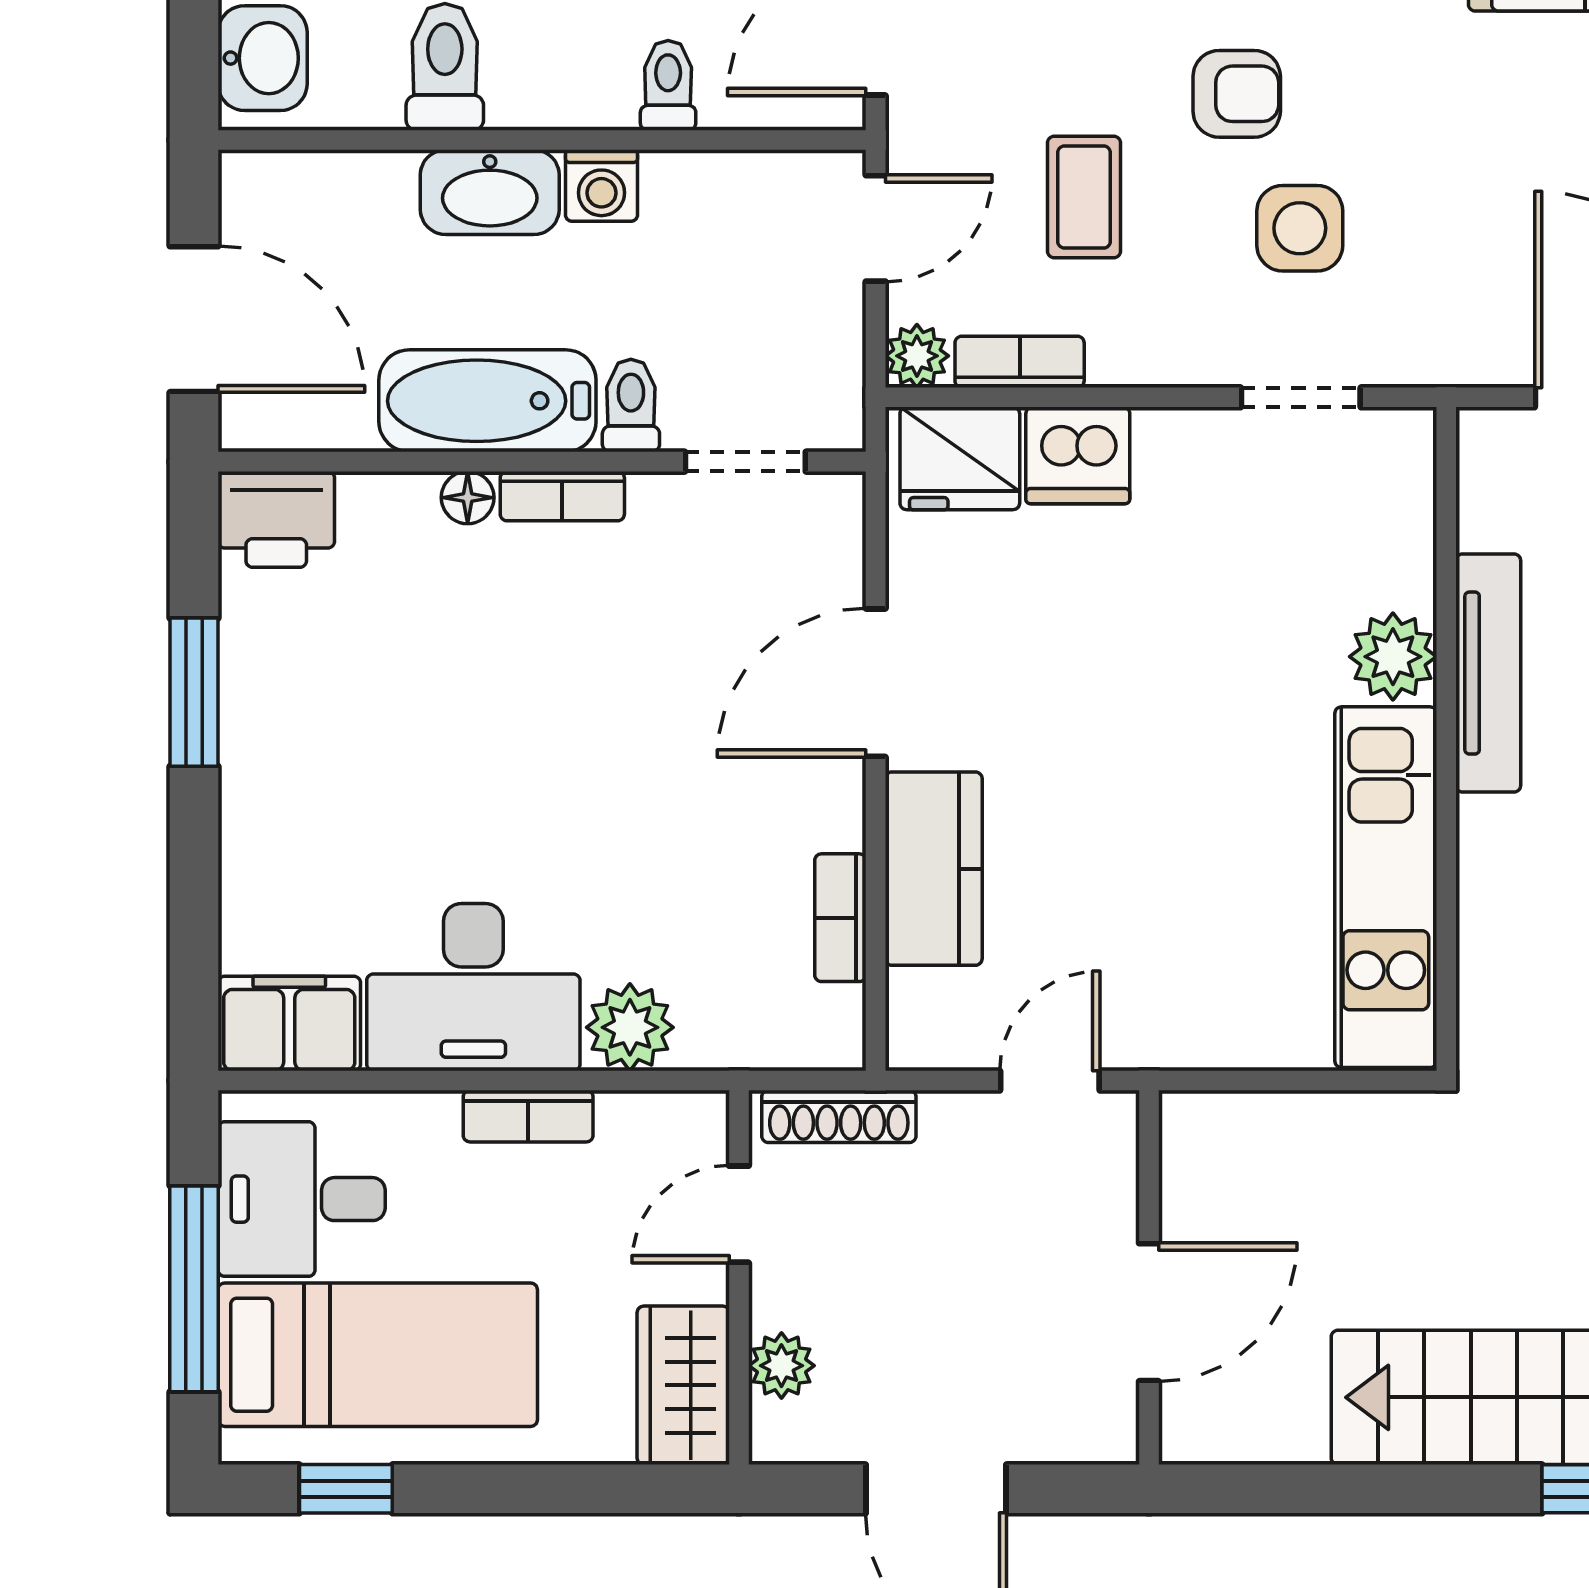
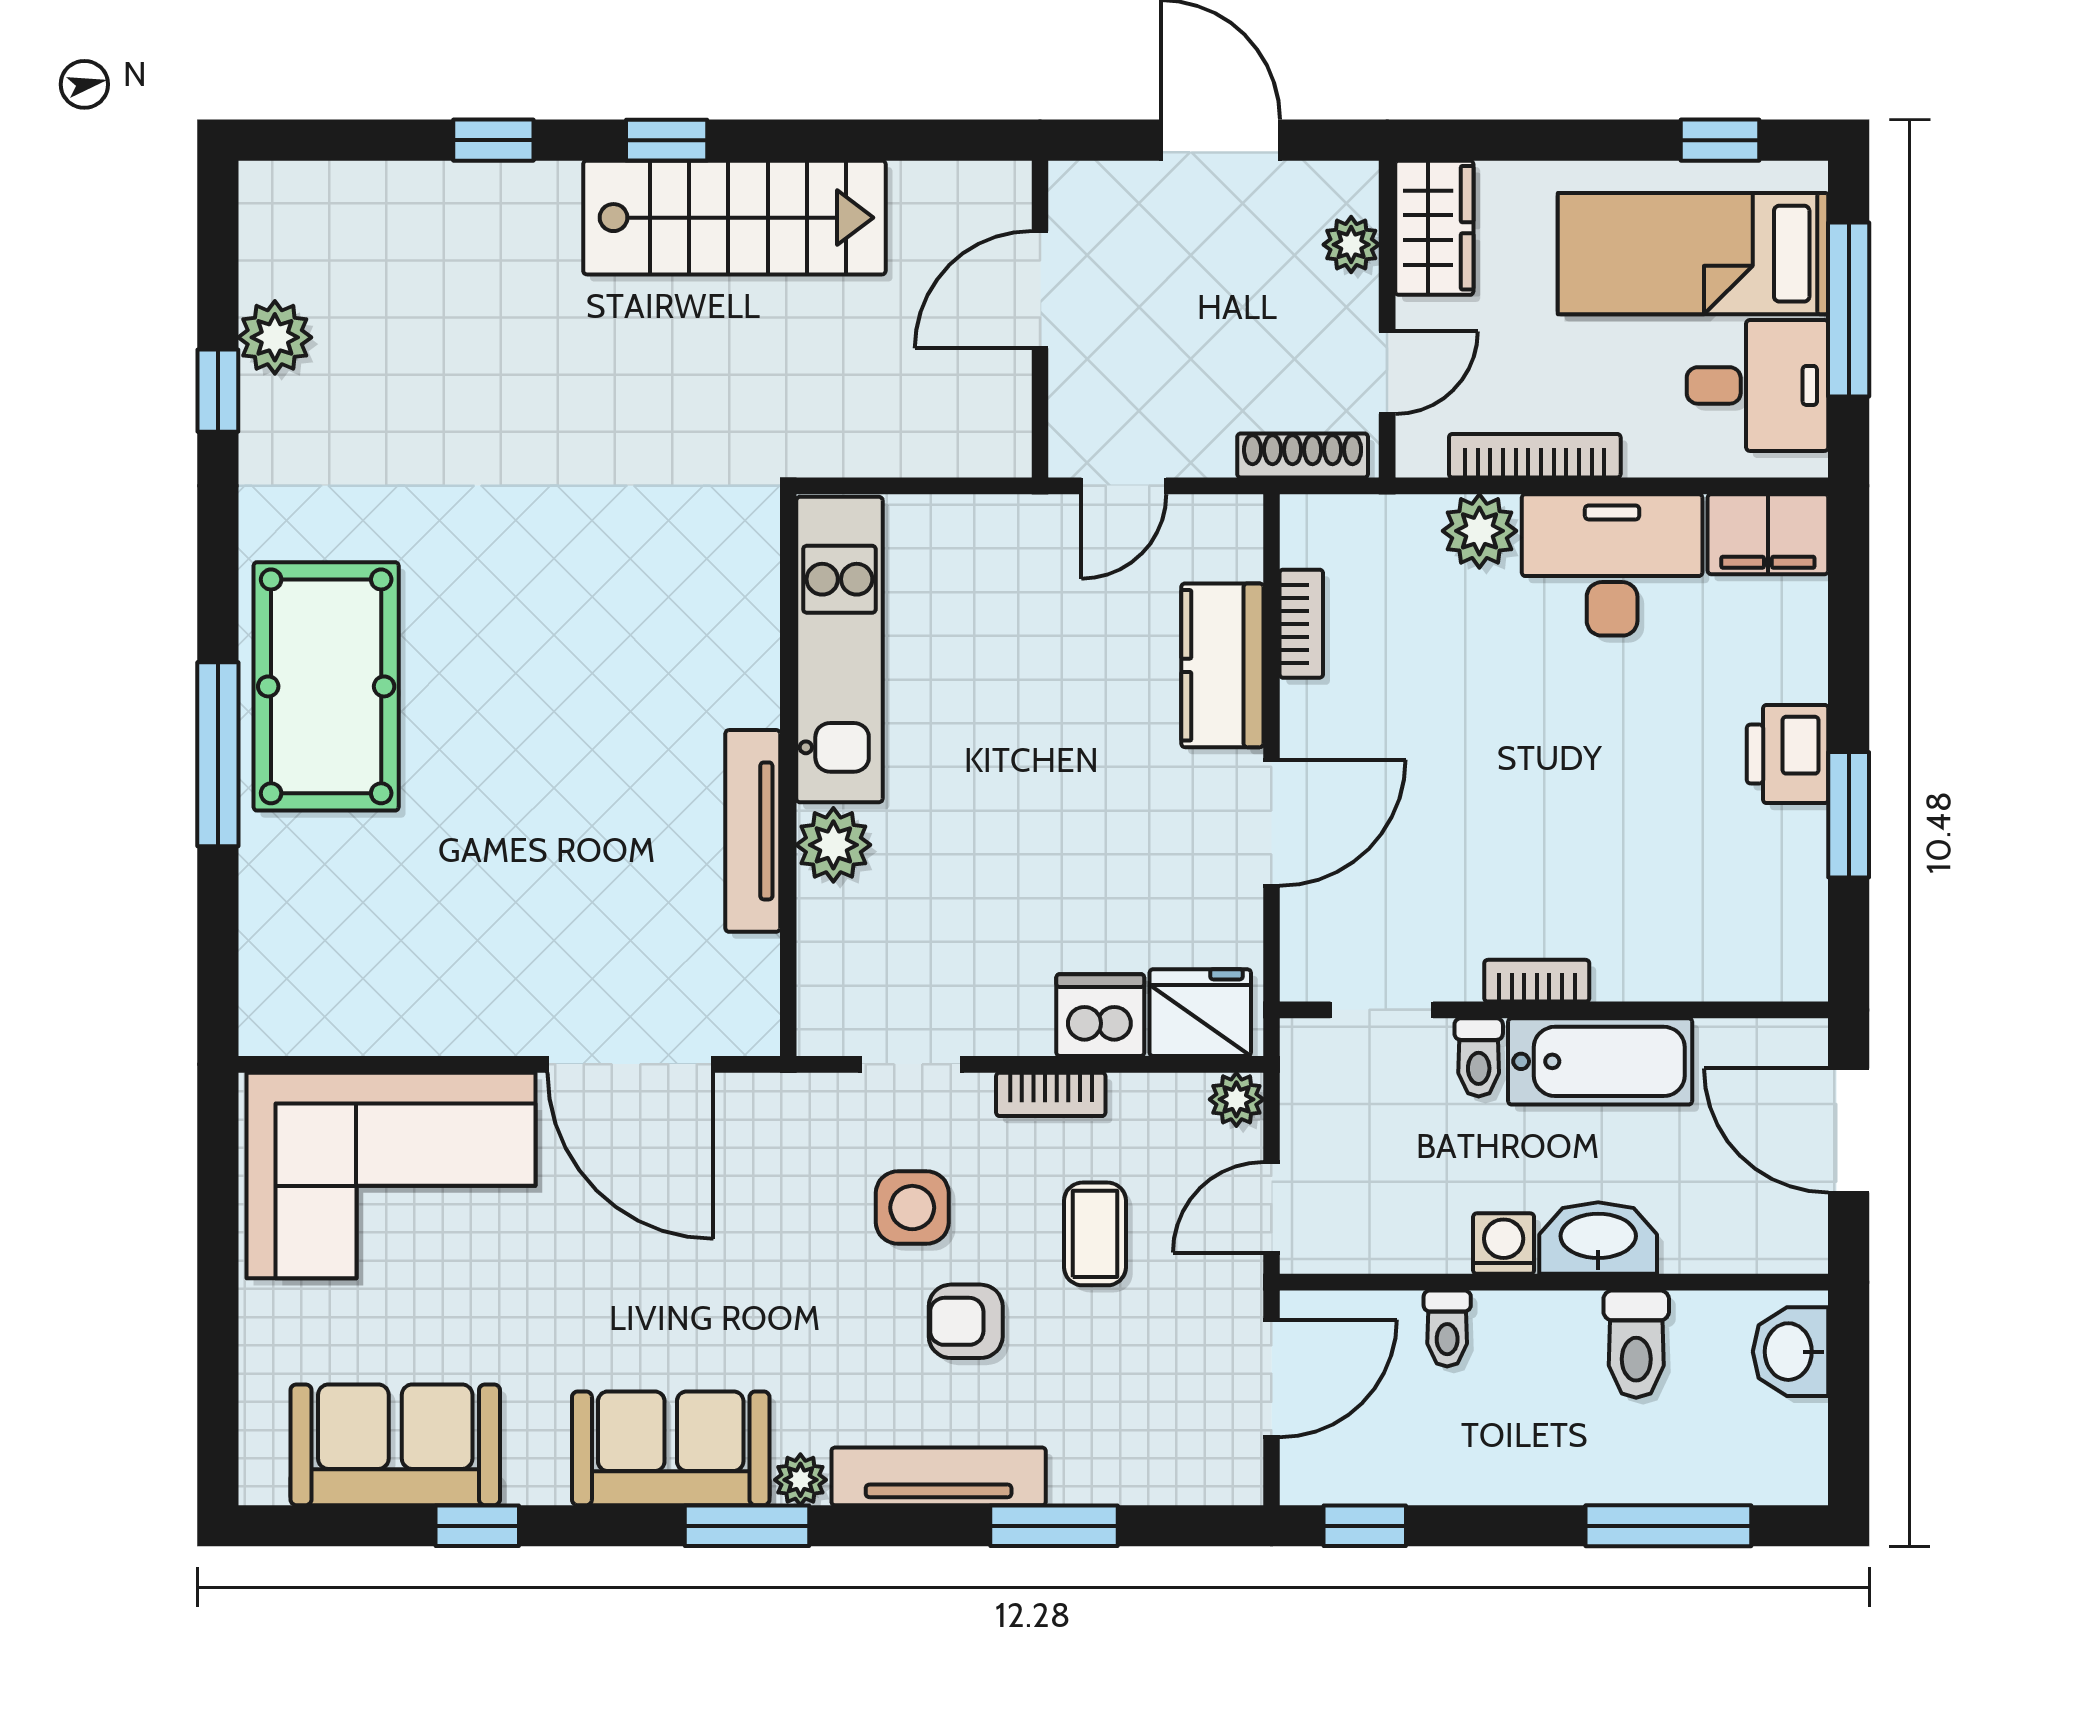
bookcase: (1020, 362) -> (1051, 1094), moved
floor lamp: (468, 498) -> (1617, 979), removed
printer: (276, 519) -> (1787, 754), moved, turned -90
bookcase: (528, 1116) -> (1535, 456), width x1.56

